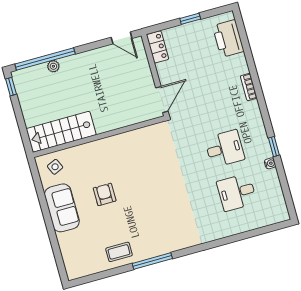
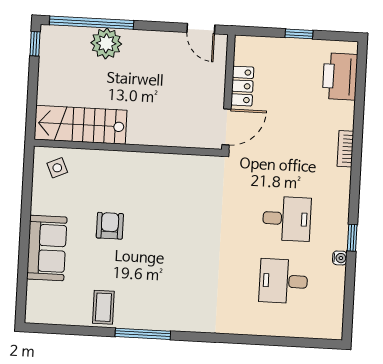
locker: (158, 47) -> (242, 86), moved
plant: (53, 66) -> (106, 43), width x1.88, depth x1.88
sofa: (62, 208) -> (47, 248), moved
coffee table: (119, 252) -> (103, 307), turned 90

